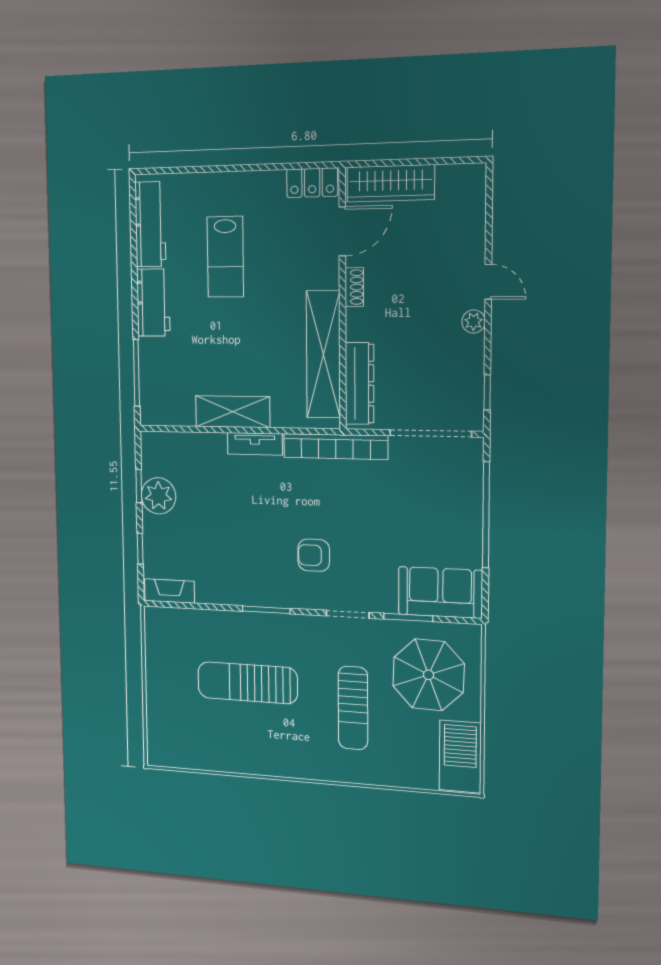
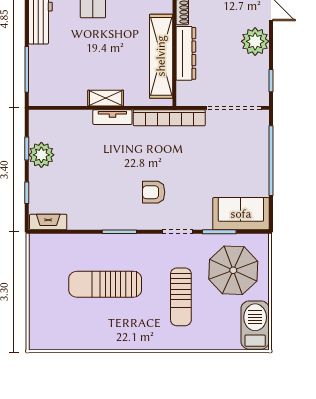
plant: (474, 321) -> (255, 41), width x1.88, depth x1.88
dresser: (360, 383) -> (186, 53), moved
shelving: (233, 412) -> (106, 98), width x0.67, depth x0.75

